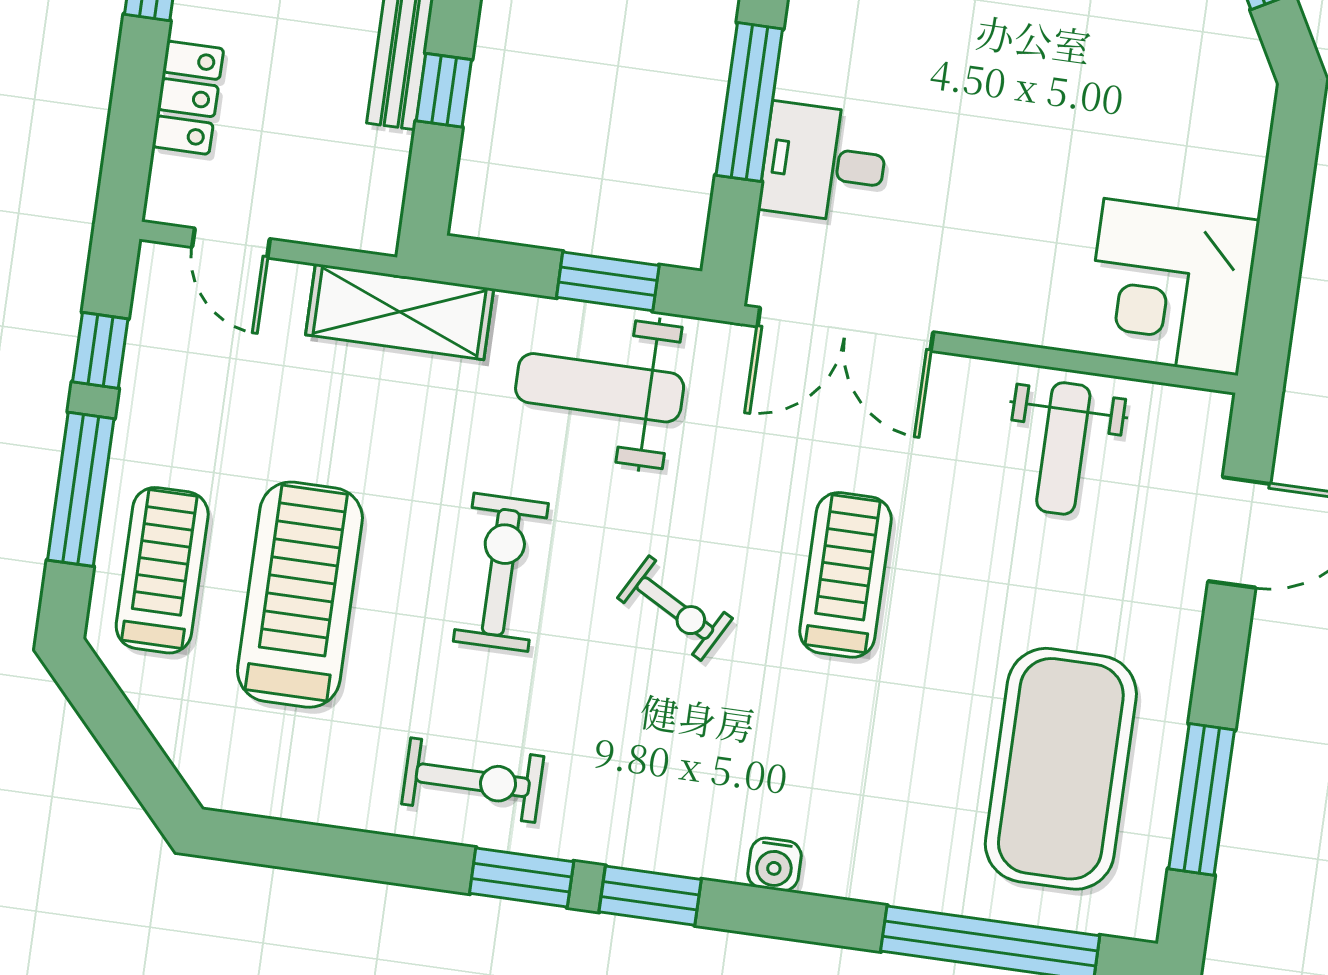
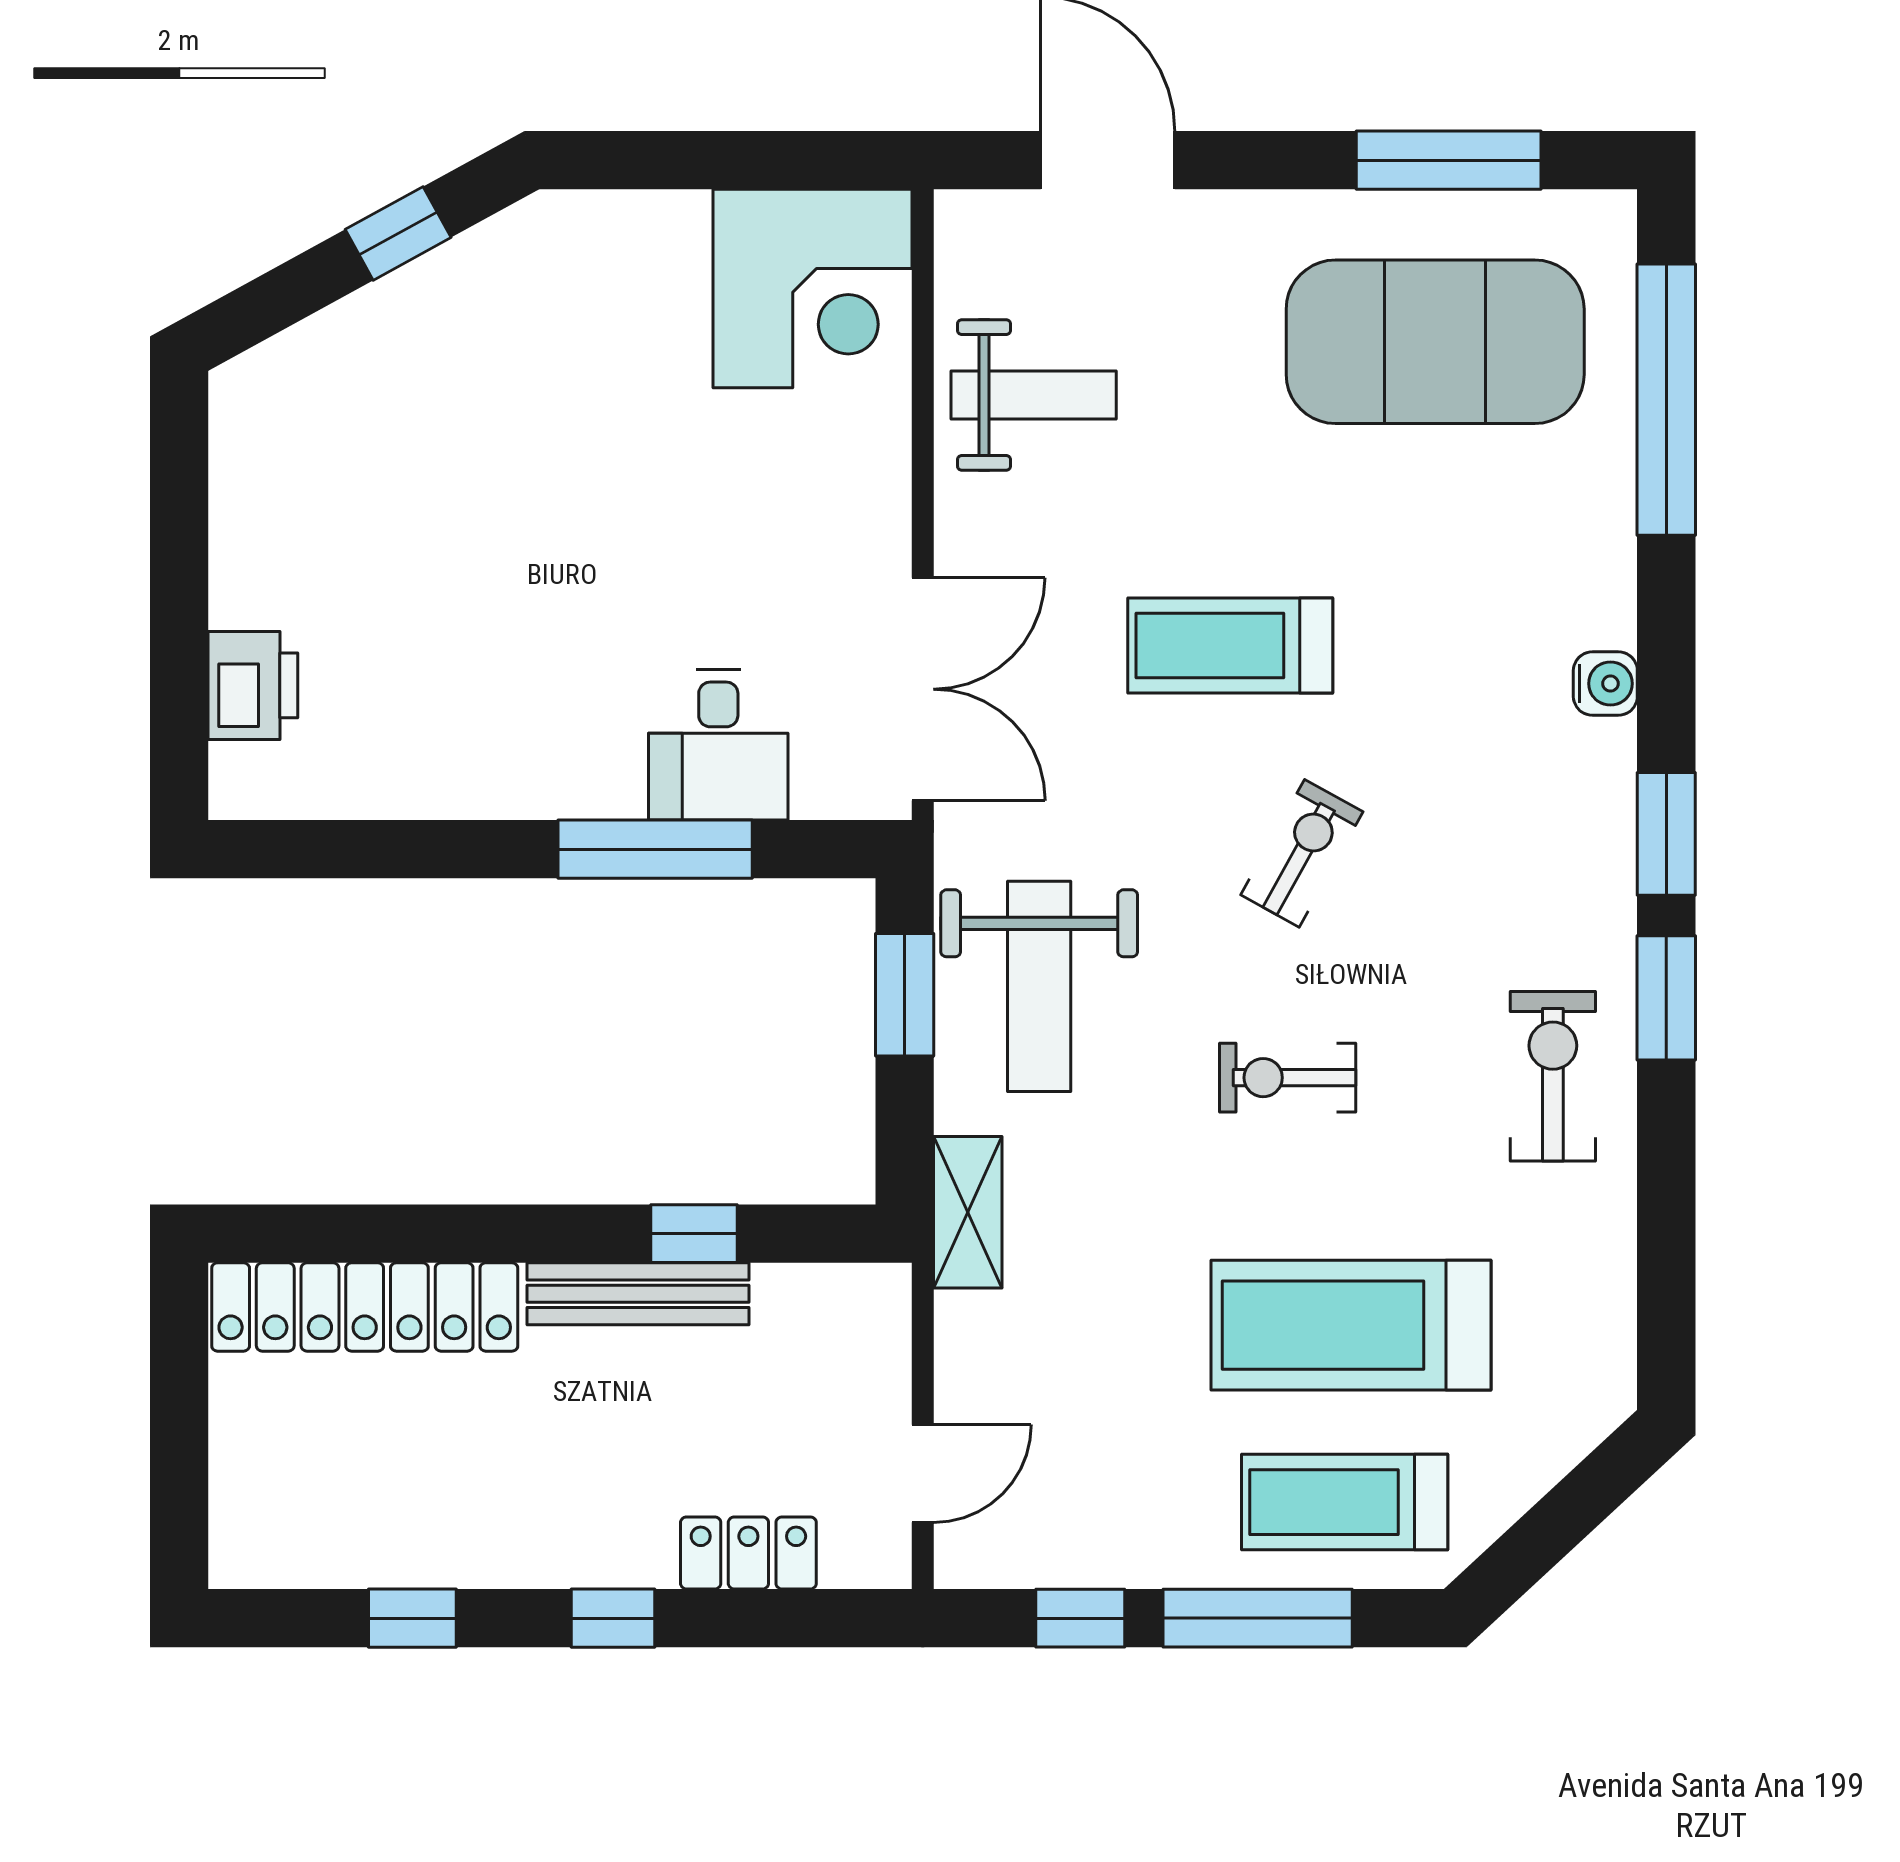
shelving: (400, 312) -> (968, 1212), width x0.67, depth x0.75
exercise bike: (501, 572) -> (1288, 1078), width x0.73, depth x0.72

